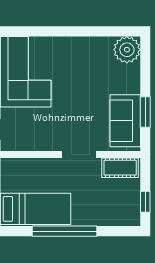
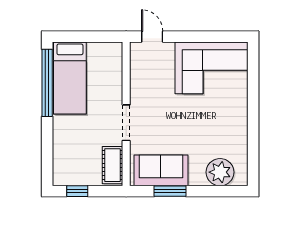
plant: (127, 50) -> (220, 172), moved
window: (64, 231) -> (47, 83), moved

